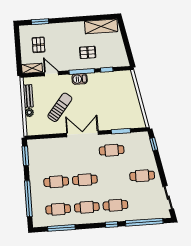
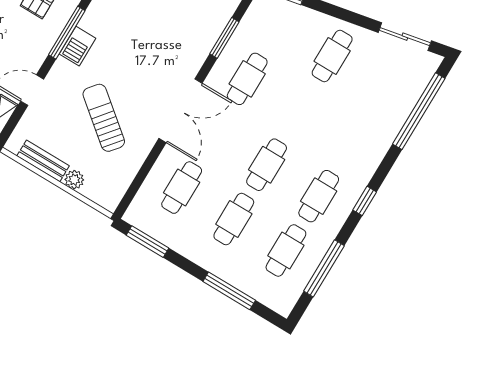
double door: (82, 134) -> (181, 111), swing flipped
window: (28, 199) -> (229, 291), width x0.68
cafe table: (115, 205) -> (182, 188), moved
window: (112, 224) -> (365, 201), moved

